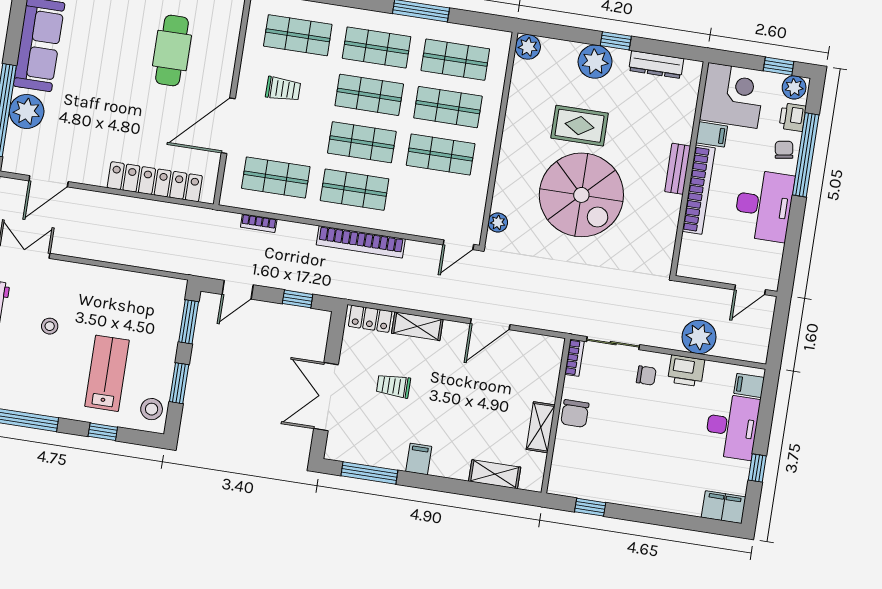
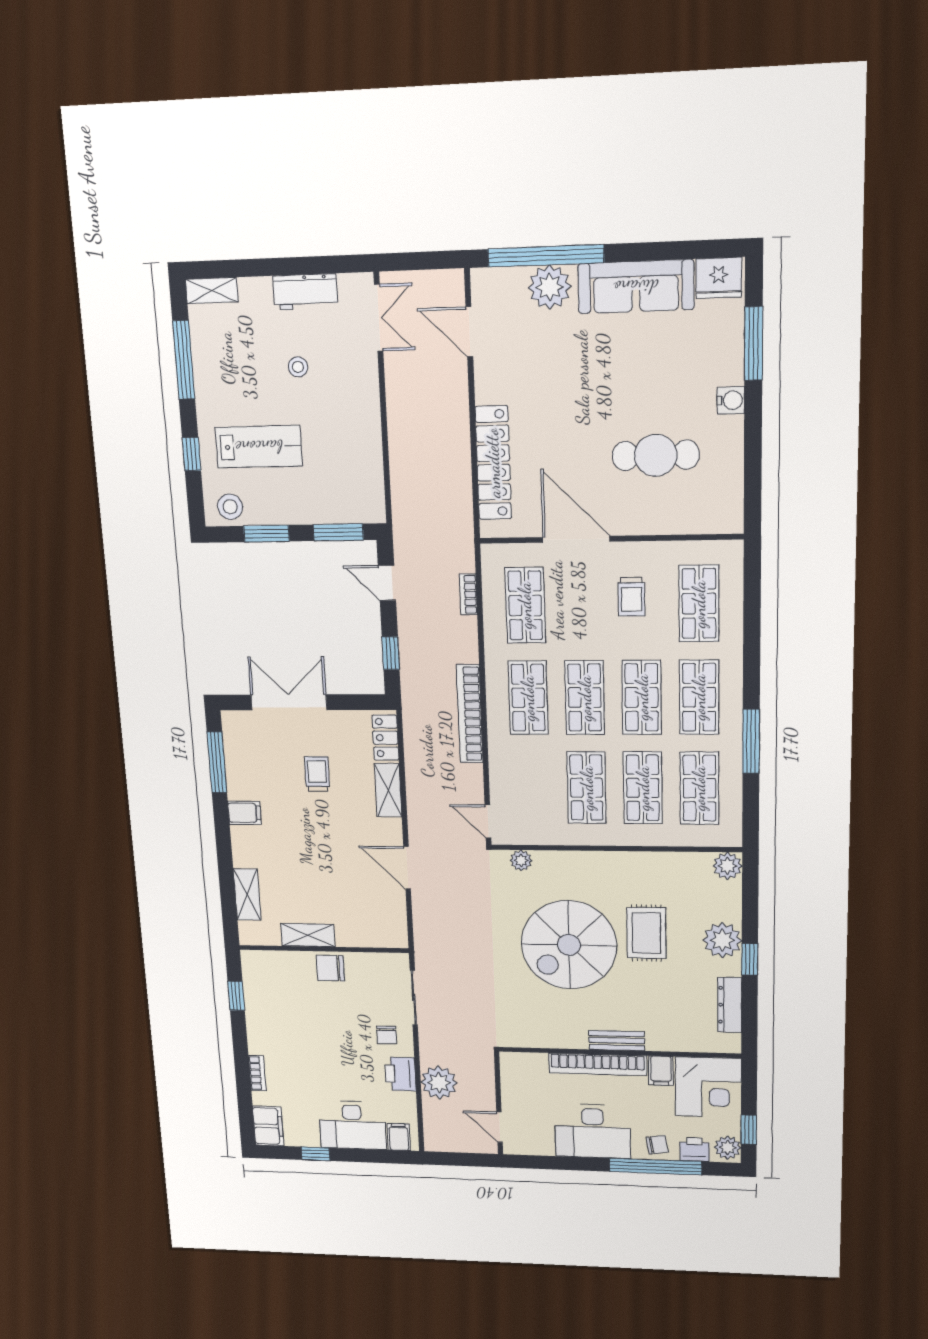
bookcase: (574, 358) -> (257, 1073), moved, turned -90

